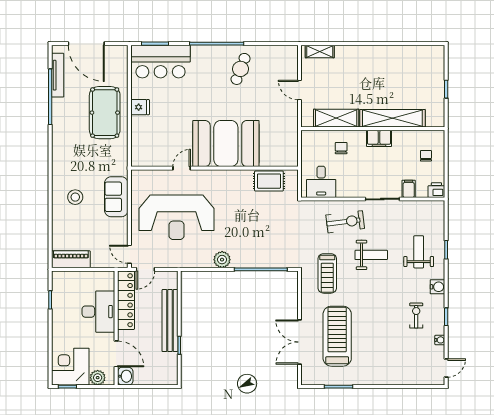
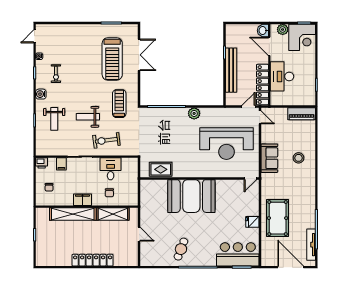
shelving: (320, 51) -> (125, 262), removed
locker: (365, 53) -> (93, 260), added
door: (182, 168) -> (250, 178), moved
desk: (321, 182) -> (111, 169), moved
reception desk: (177, 217) -> (226, 144), turned 180

